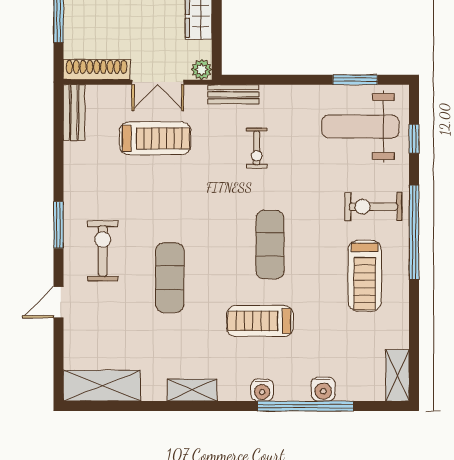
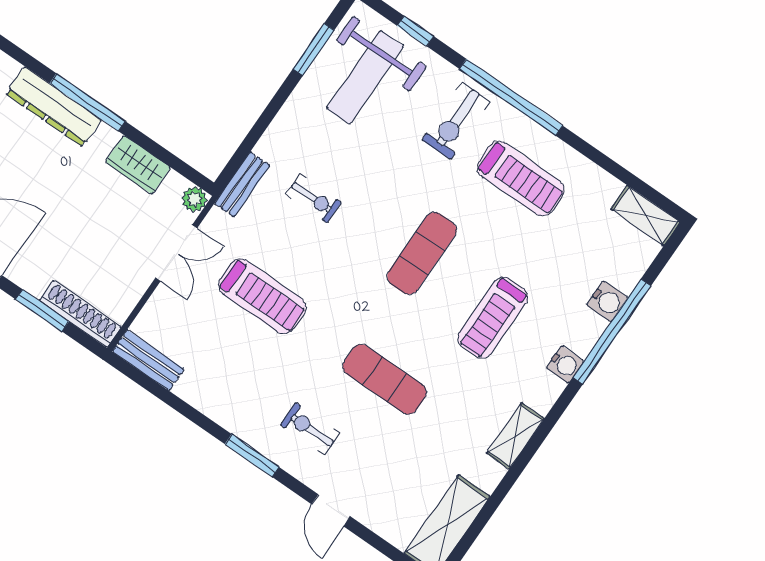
shoe rack: (97, 70) -> (80, 314), moved, turned 90
treadmill: (155, 138) -> (262, 296), moved, turned 90
exercise mat: (270, 245) -> (422, 253), turned 90
exercise bike: (103, 251) -> (310, 429), width x0.73, depth x0.72

